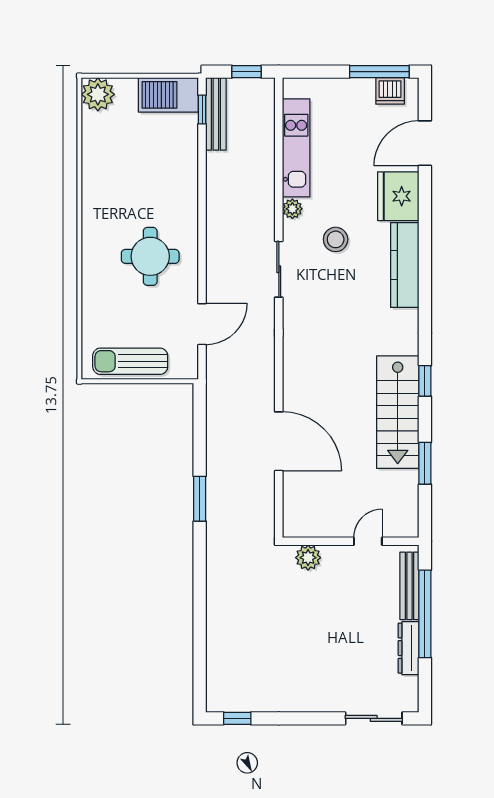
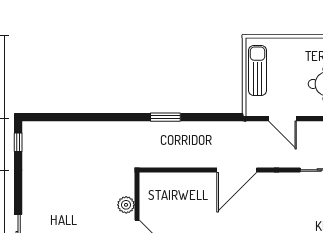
door: (279, 441) -> (237, 170), moved
plant: (308, 558) -> (126, 205), moved

